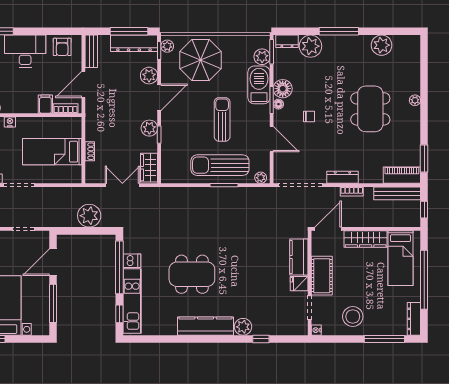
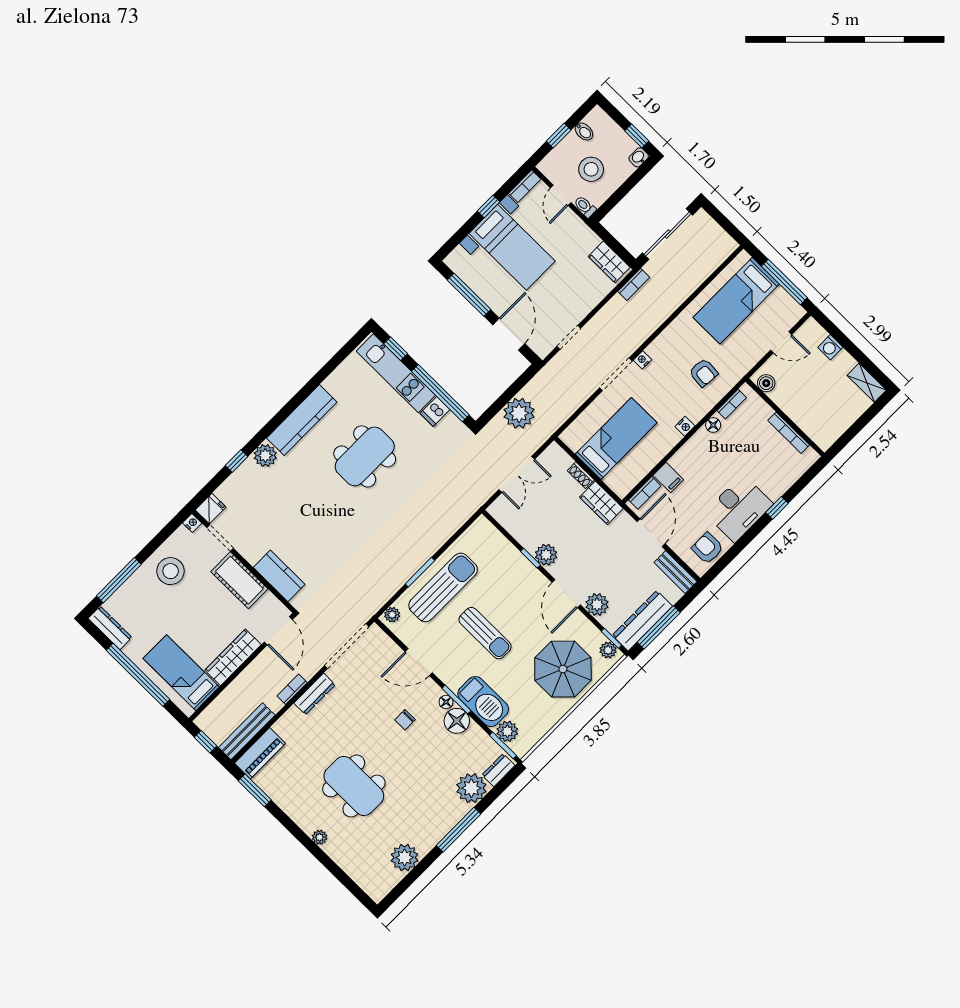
wardrobe: (149, 168) -> (601, 503), moved, turned 180
fridge: (299, 284) -> (211, 509), moved

